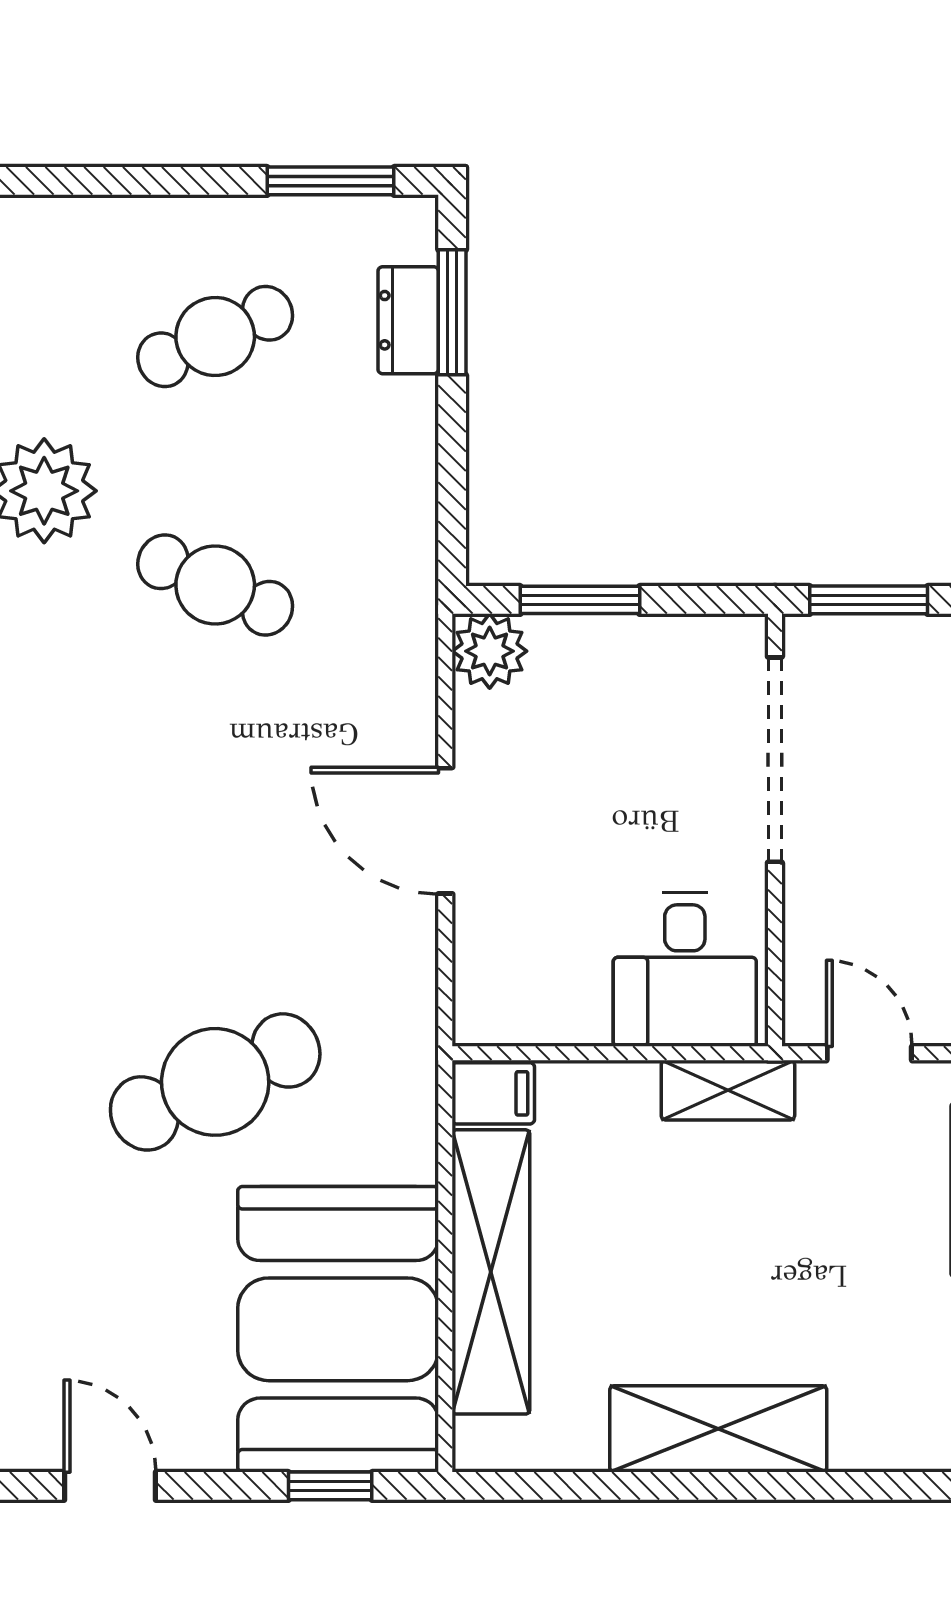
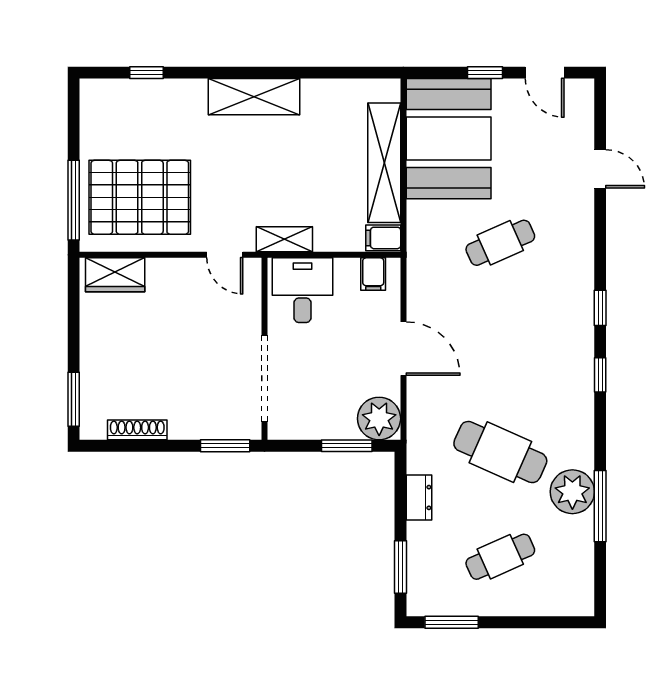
dresser: (408, 320) -> (419, 497), moved
cafe table: (215, 585) -> (500, 452), width x1.37, depth x1.35
plant: (490, 651) -> (379, 419), width x1.36, depth x1.36
filing cabinet: (517, 1008) -> (373, 274), added
cafe table: (215, 1082) -> (500, 243), width x0.73, depth x0.74
shelving: (718, 1429) -> (254, 97), moved
window: (330, 1486) -> (485, 73), moved

